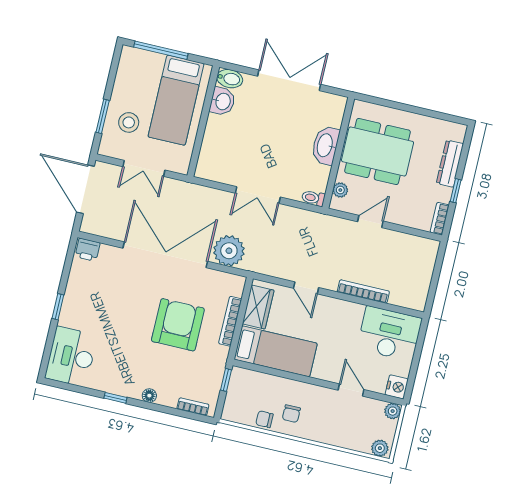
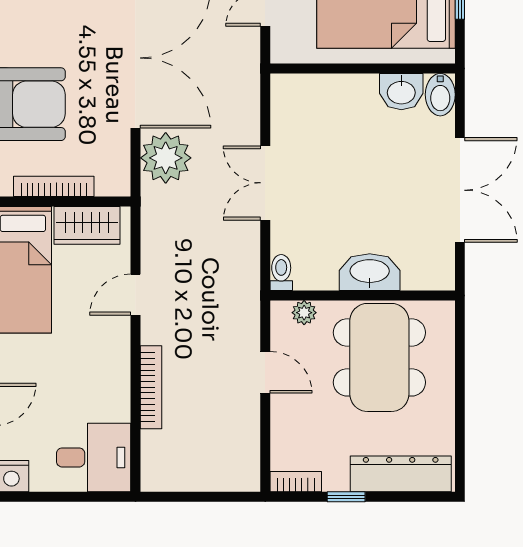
dresser: (450, 164) -> (401, 474), width x1.37, depth x1.24
desk: (389, 334) -> (94, 457), width x0.73

